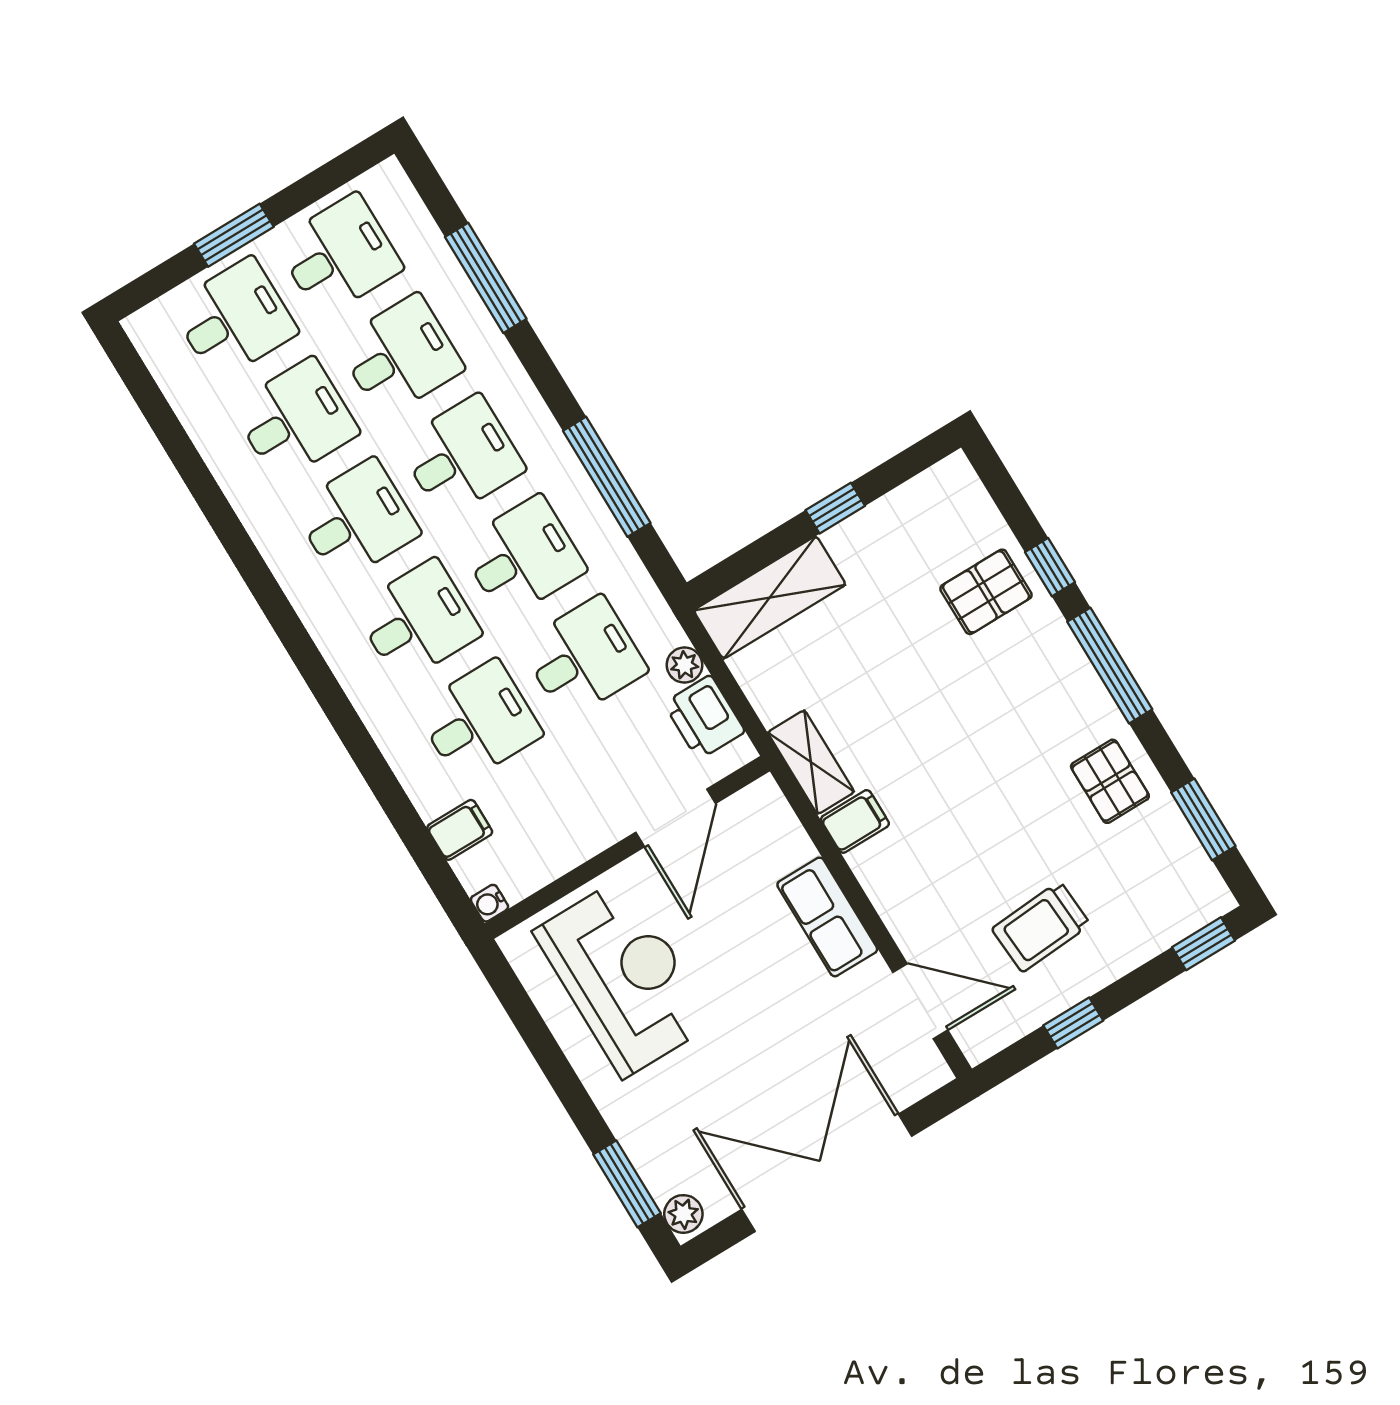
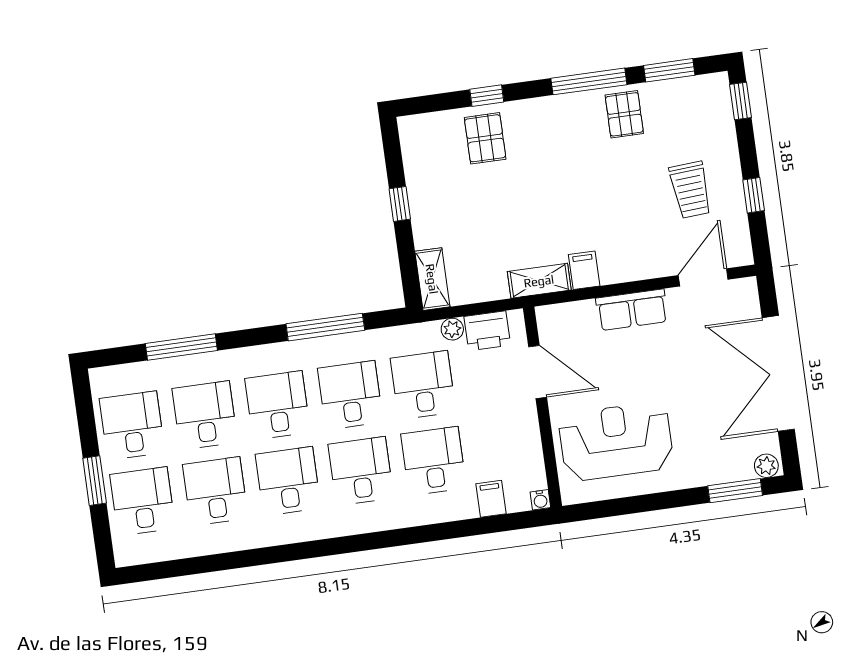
shelving: (770, 598) -> (432, 279), width x0.67, depth x0.75
window: (1110, 666) -> (589, 81), moved
pallet: (1110, 781) -> (624, 114), turned 90

